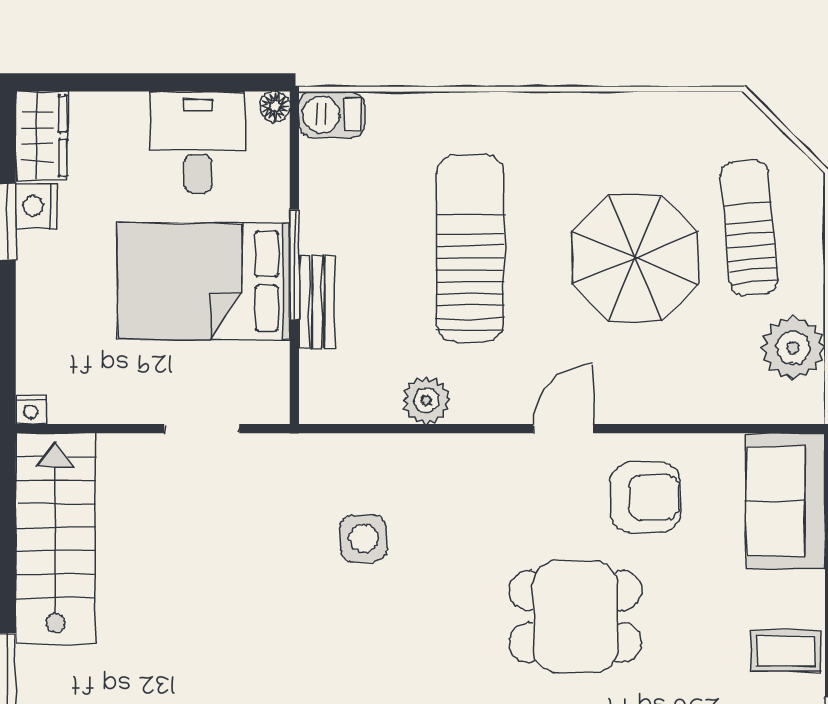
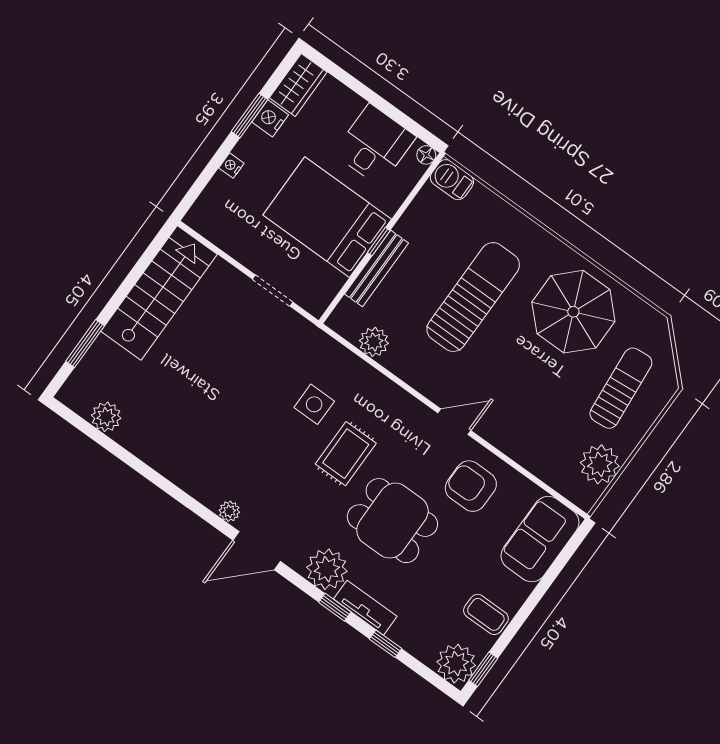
parasol: (635, 258) -> (573, 312), moved
window: (294, 265) -> (379, 242), width x0.46
bench: (317, 302) -> (377, 268), width x1.36
plant: (426, 400) -> (374, 342), moved
nightstand: (31, 410) -> (231, 166), moved, turned 90
armchair: (645, 497) -> (471, 486), turned 180
rug: (451, 573) -> (346, 454), added

